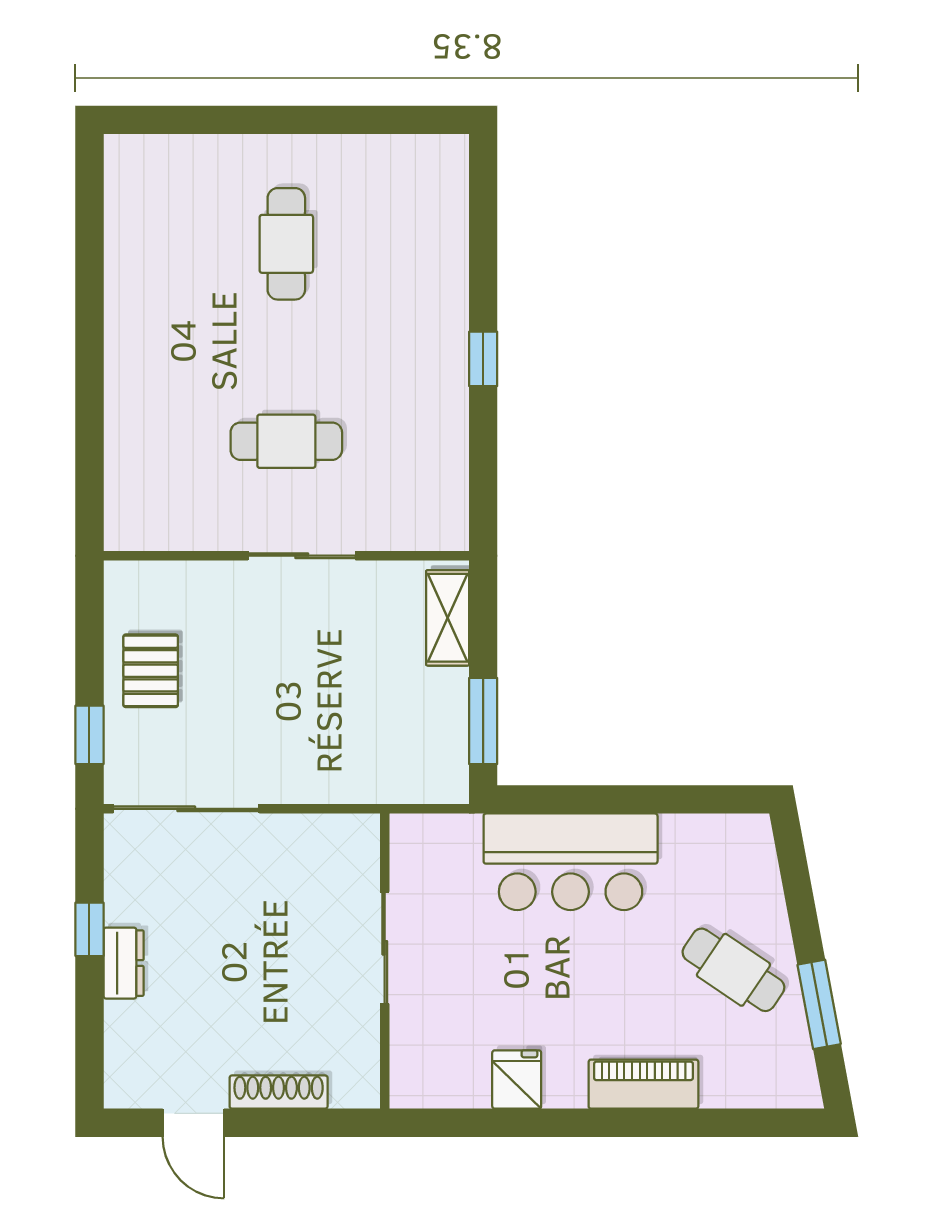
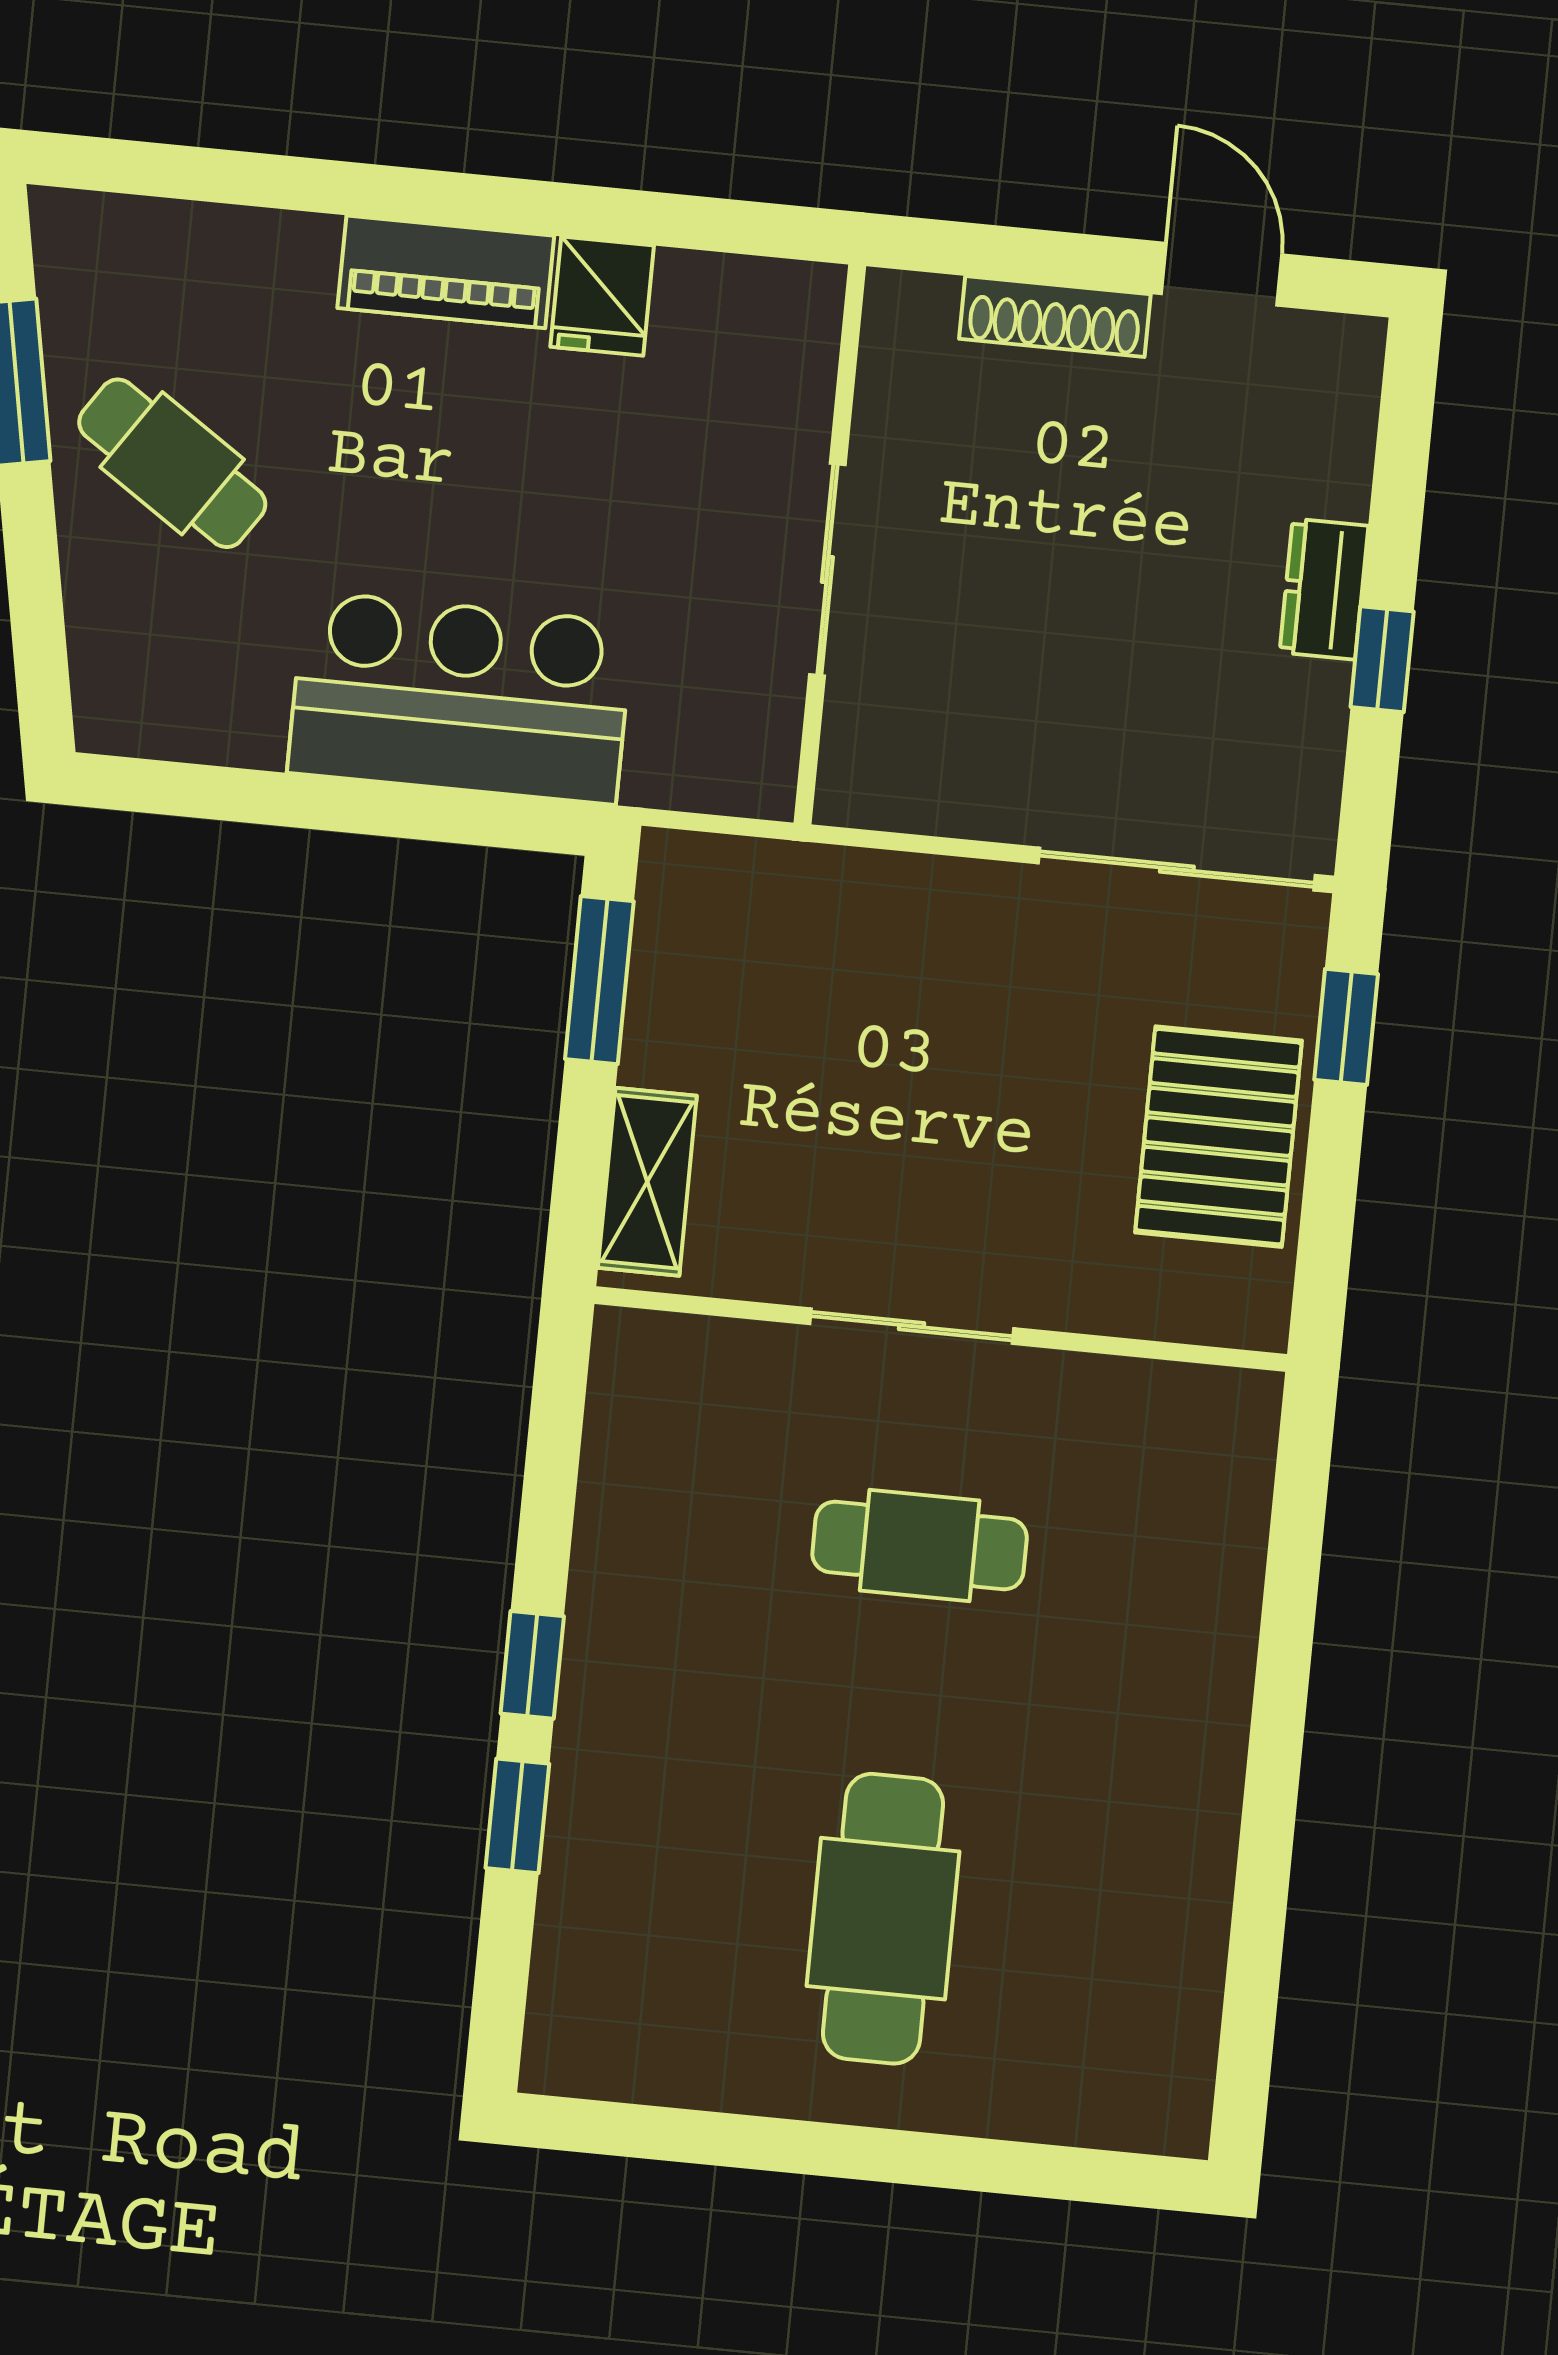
cafe table: (286, 244) -> (883, 1919), width x1.37, depth x1.35
window: (483, 279) -> (517, 1816), added
pallet: (151, 671) -> (1219, 1137), width x1.50, depth x1.42
piano: (643, 1084) -> (446, 272), moved

